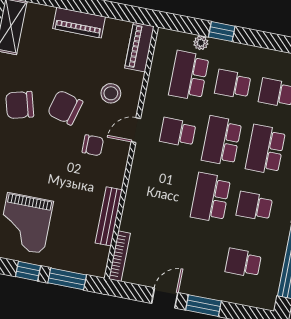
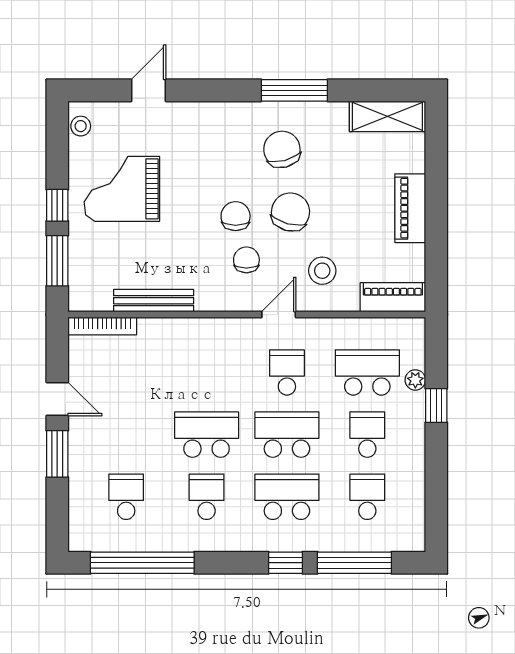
door: (136, 130) -> (279, 315), hinge flipped
chair: (93, 145) -> (246, 260), turned 180
chair: (60, 147) -> (236, 216), added

